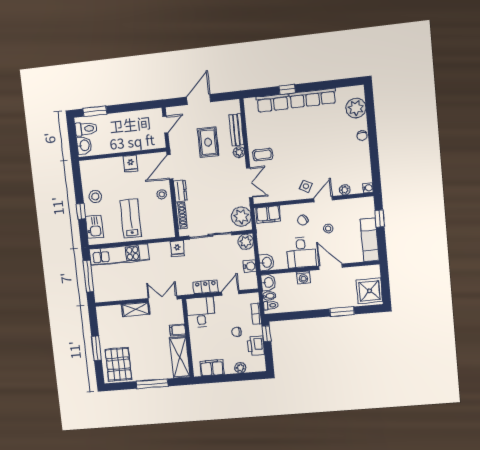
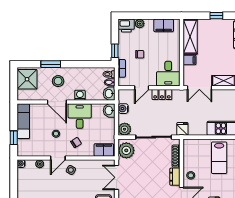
stool: (331, 292) -> (58, 81), added
printer: (256, 346) -> (126, 26), moved, turned 90
window: (152, 384) -> (216, 16), width x0.46

